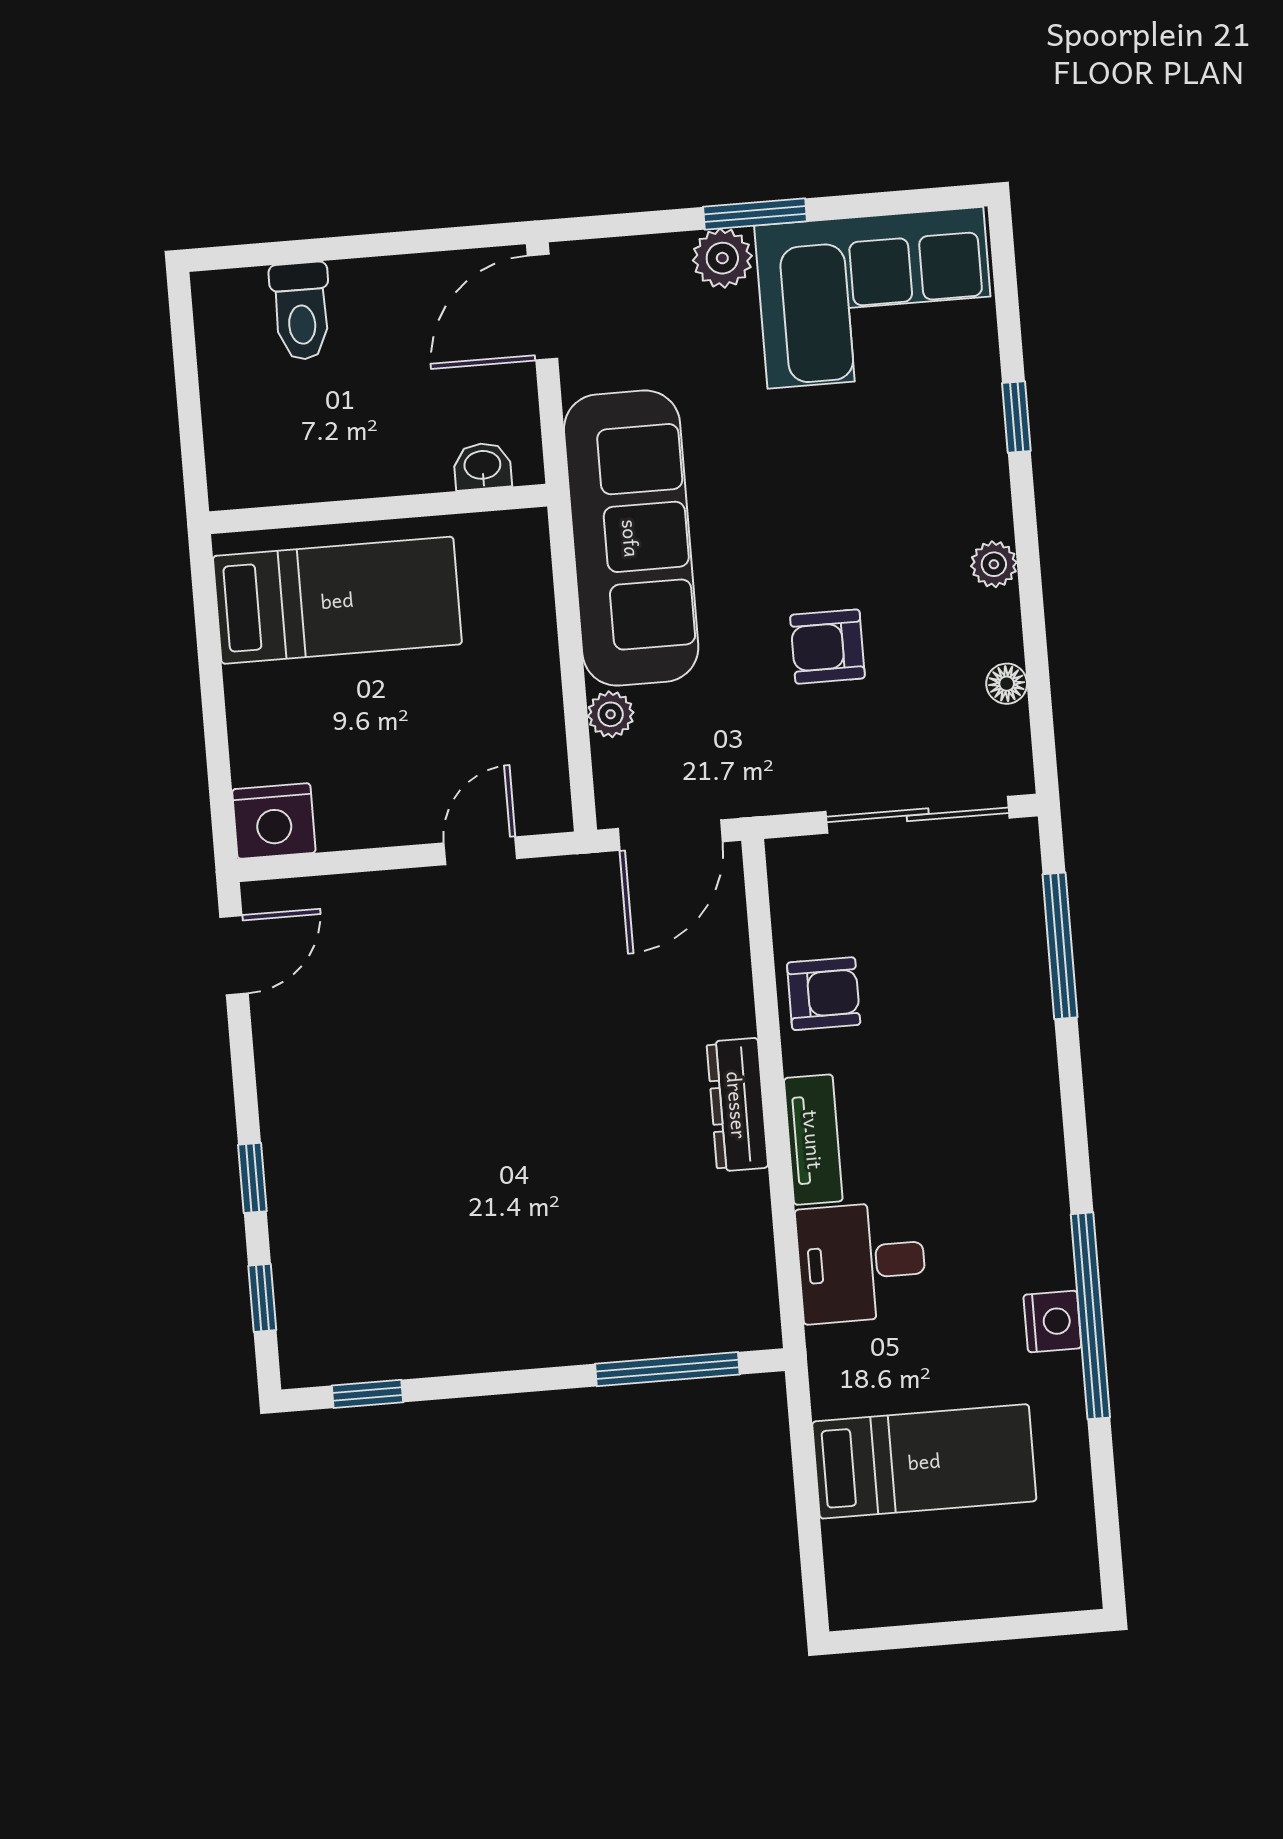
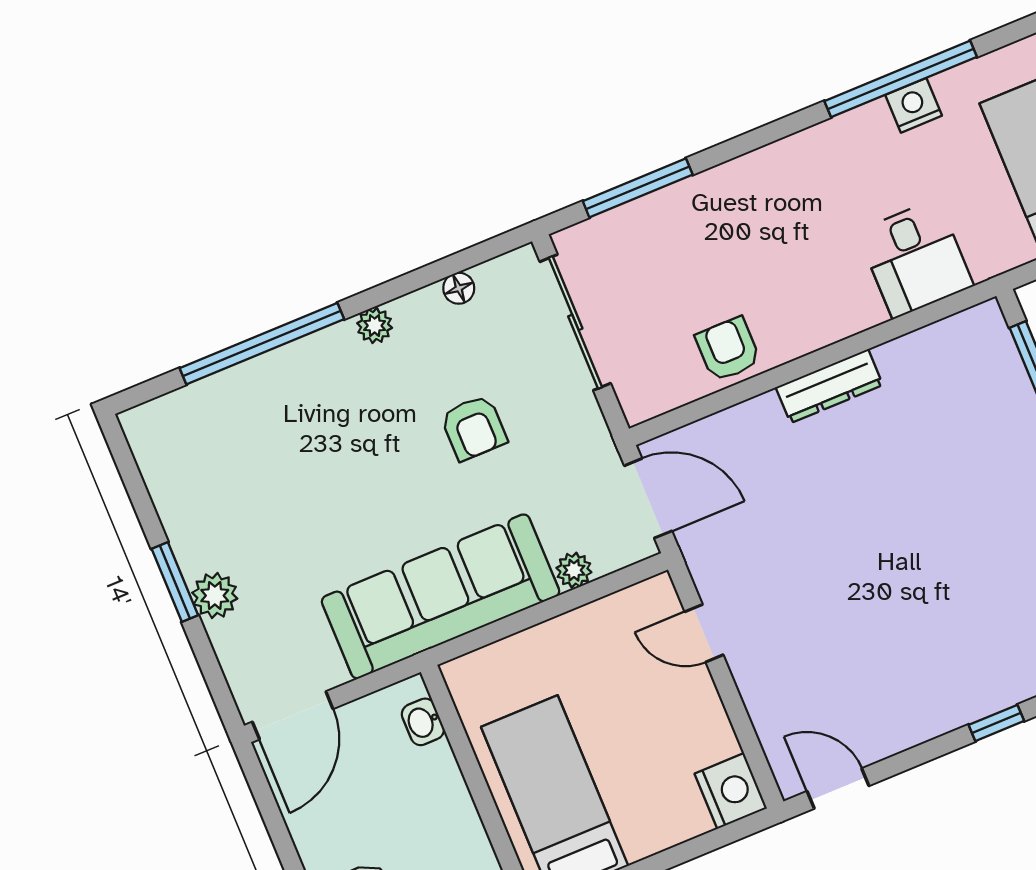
corner sofa: (875, 298) -> (208, 475), removed
door: (542, 307) -> (293, 715), hinge flipped
window: (1016, 417) -> (262, 344), width x3.17
tv unit: (813, 1140) -> (837, 323), removed

